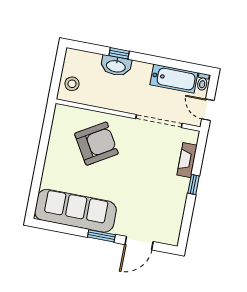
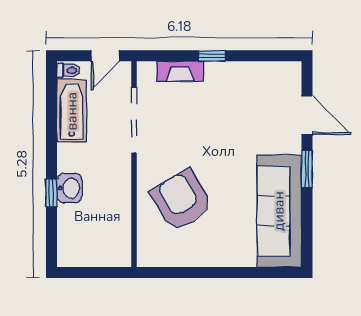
washbasin: (116, 66) -> (69, 188), width x0.72
stool: (72, 84) -> (106, 250), removed

